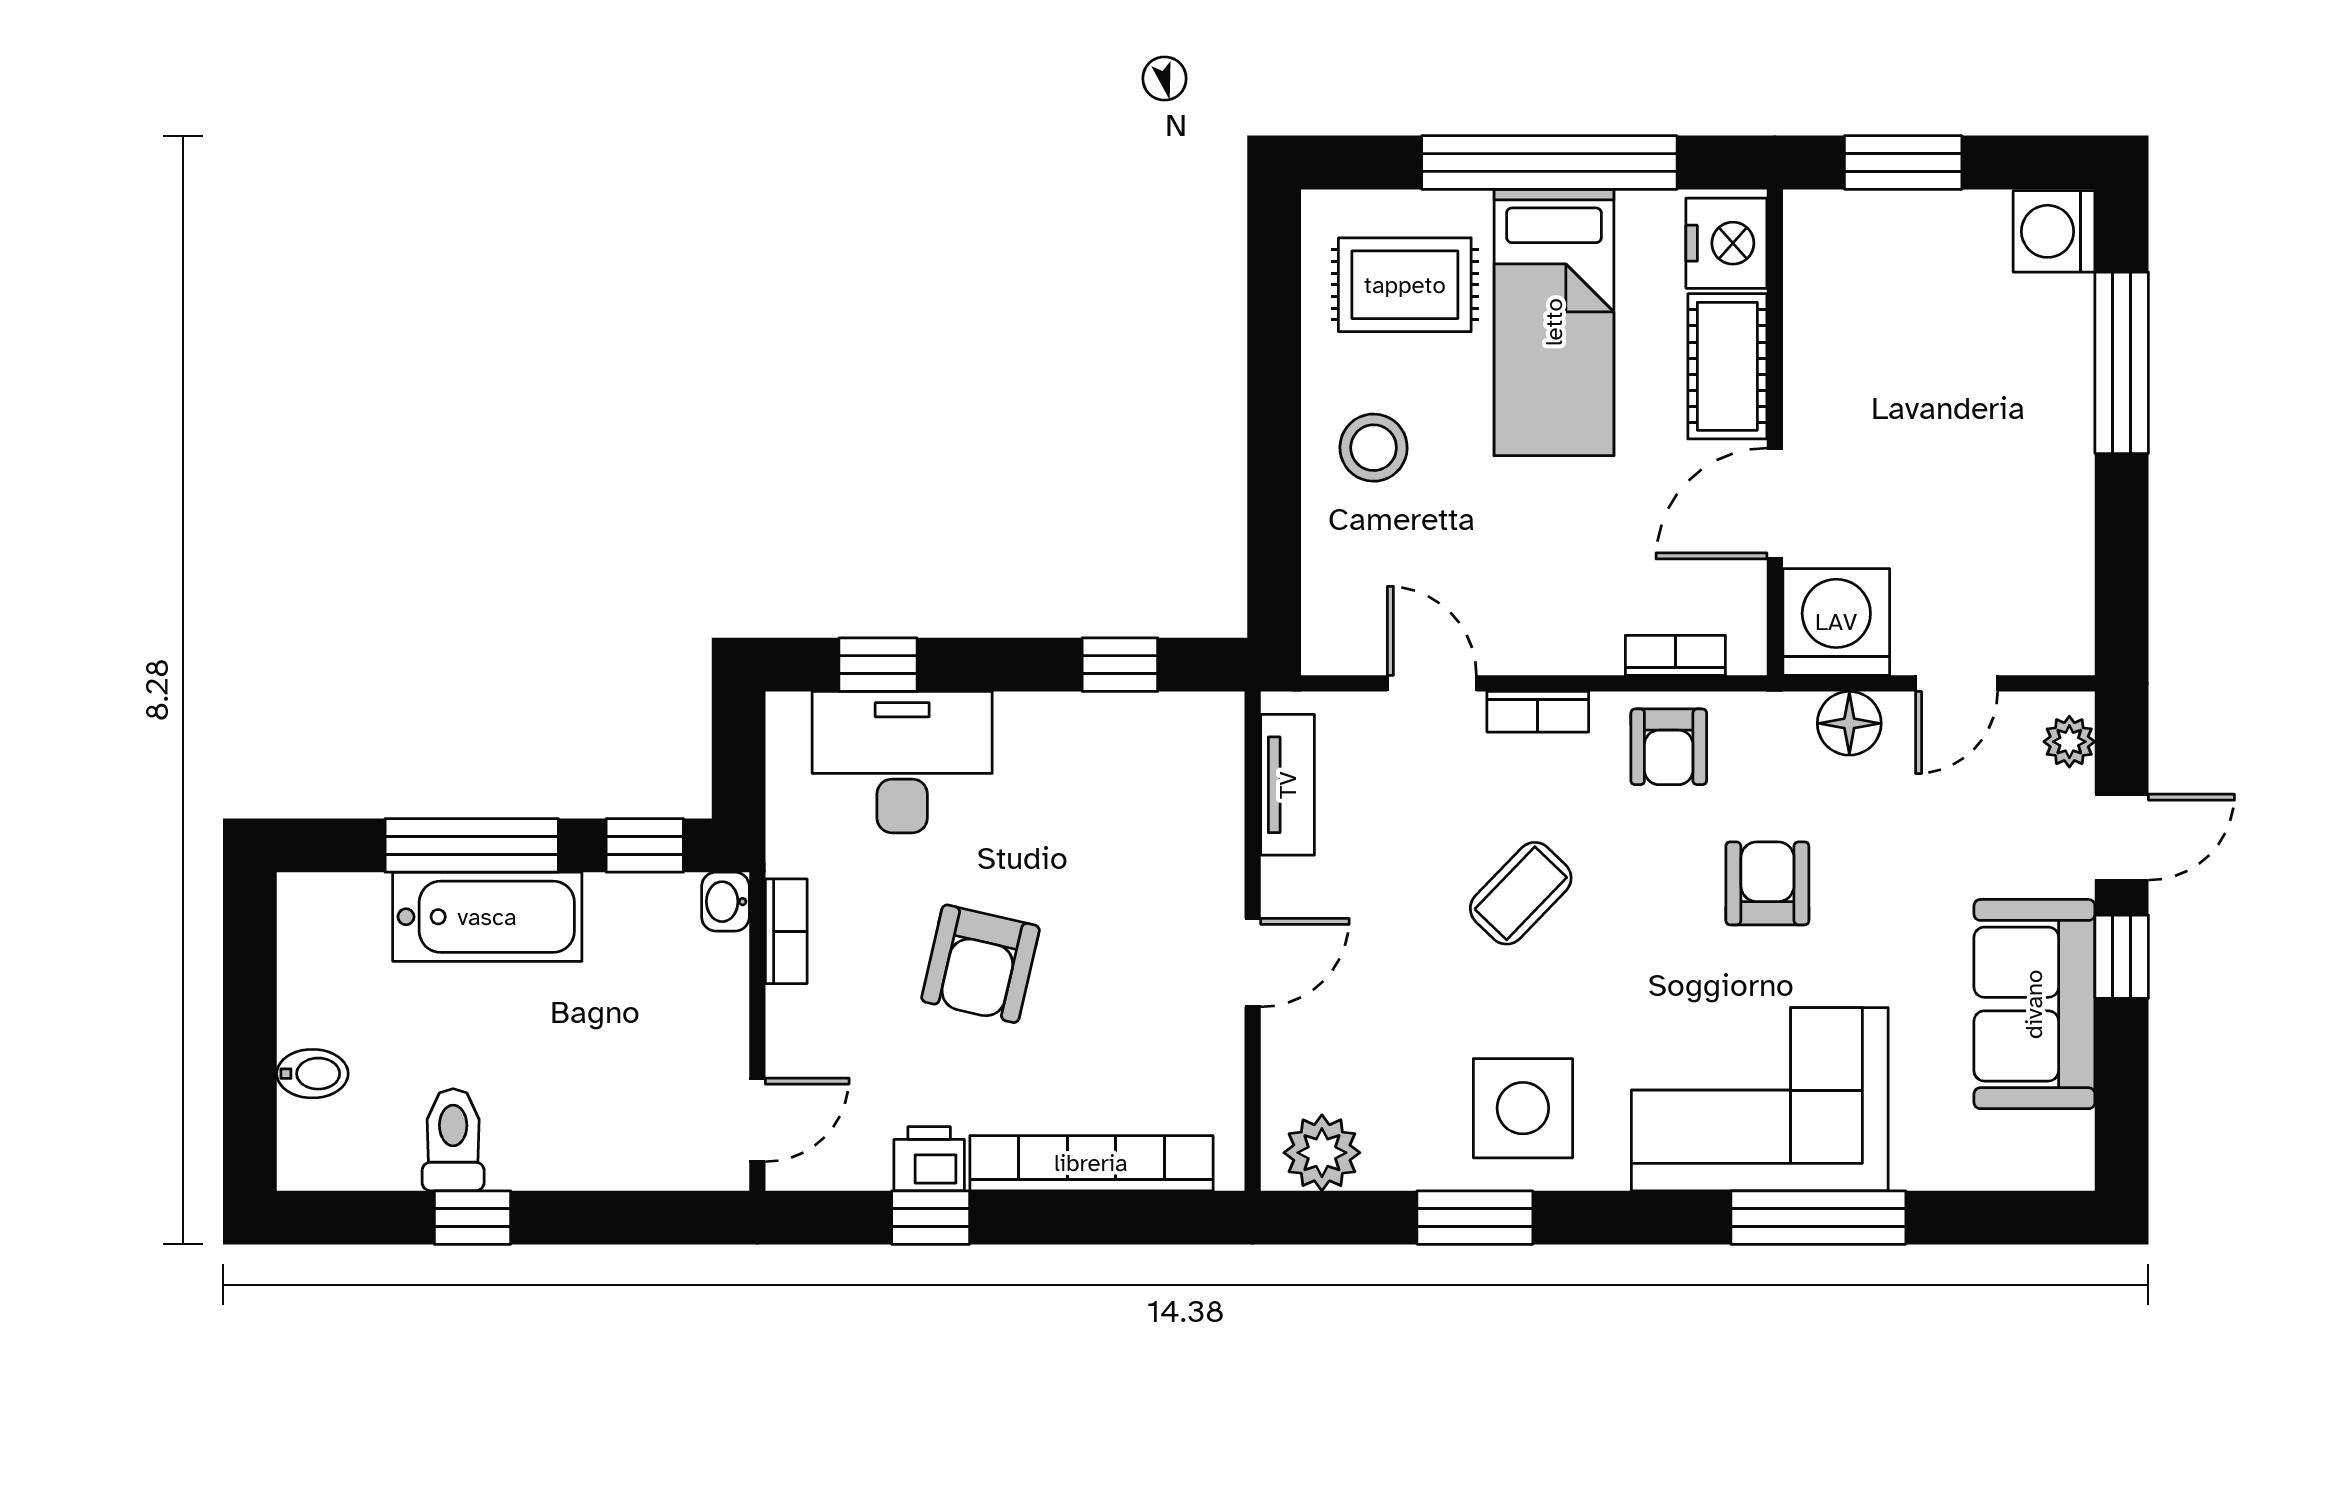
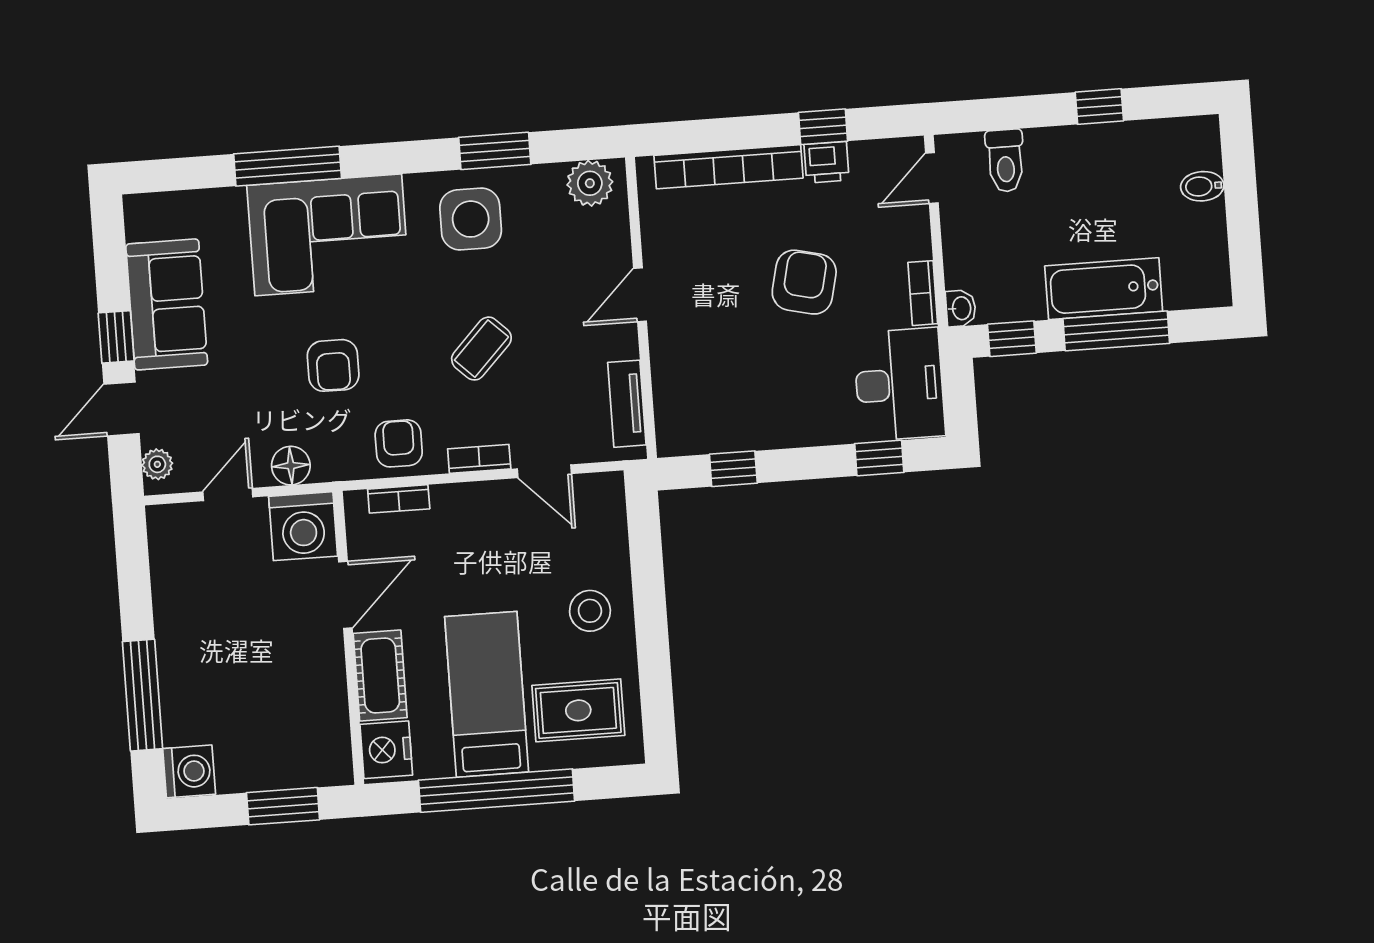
desk: (902, 762) -> (899, 384), moved, turned -90
toilet: (453, 1140) -> (1005, 161), moved

